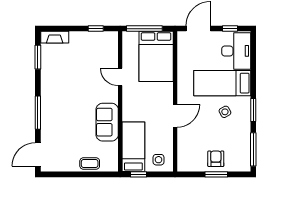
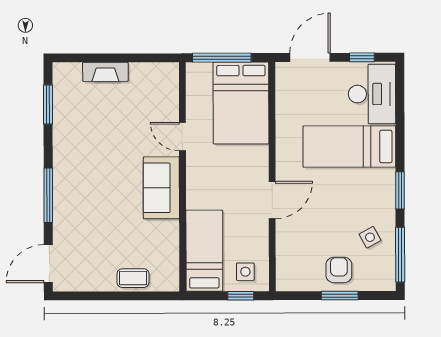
window: (96, 29) -> (142, 58), removed
fireplace: (55, 37) -> (105, 72), moved
side table: (225, 112) -> (370, 237), moved
sofa: (107, 122) -> (161, 188), moved
window: (139, 174) -> (241, 296), moved

